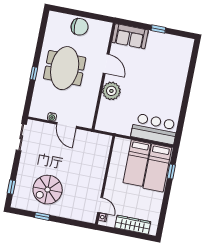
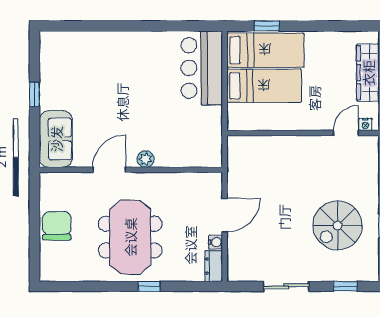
meeting table: (65, 68) -> (130, 237), turned 90
plant: (111, 91) -> (146, 159), width x0.53, depth x0.53
dresser: (38, 113) -> (214, 266), added
sliding door: (21, 137) -> (286, 286), moved
spiral stairs: (48, 190) -> (338, 225), turned 90

